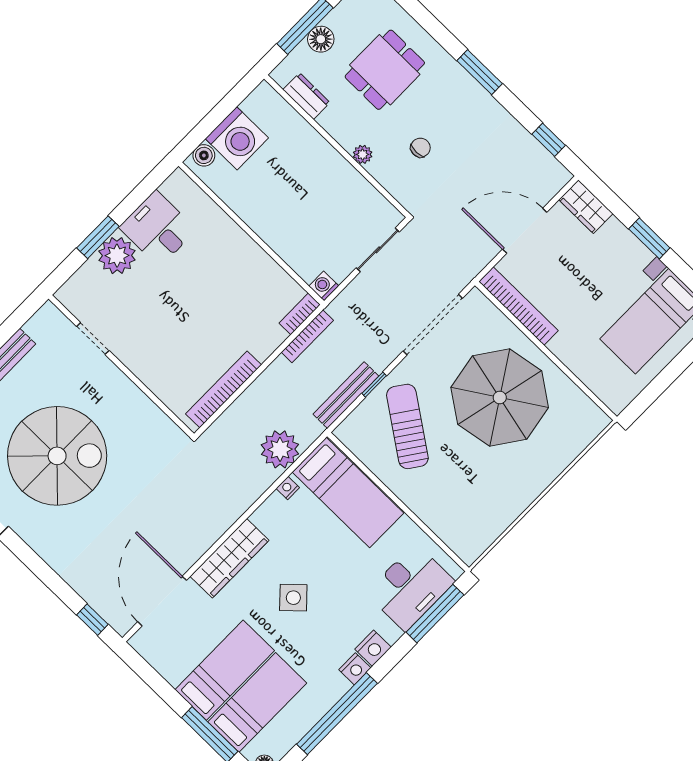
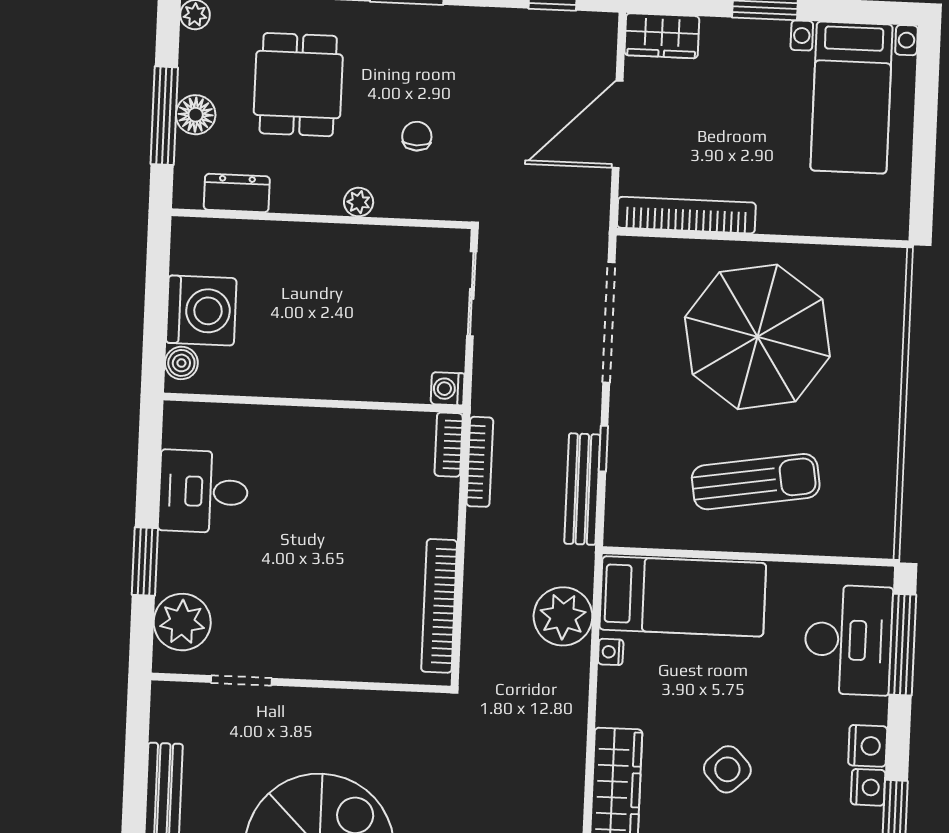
plant: (117, 256) -> (182, 622), moved
sun lounger: (407, 426) -> (756, 482), moved, turned 136

